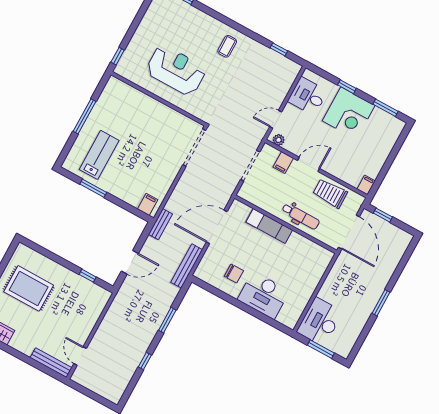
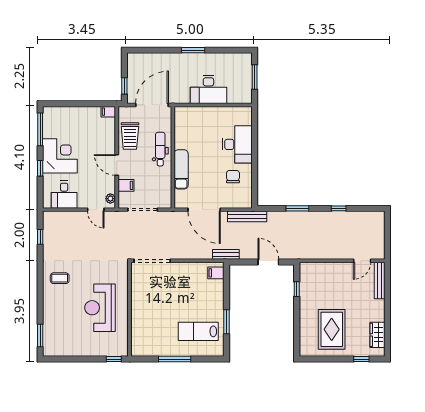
window: (386, 108) -> (40, 129), width x1.44
desk: (320, 322) -> (208, 90), moved

